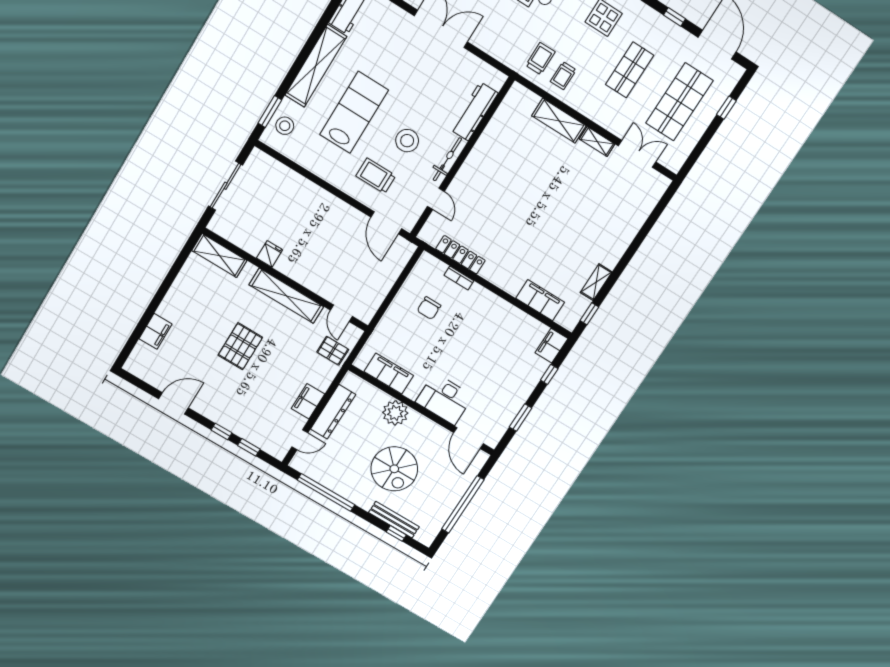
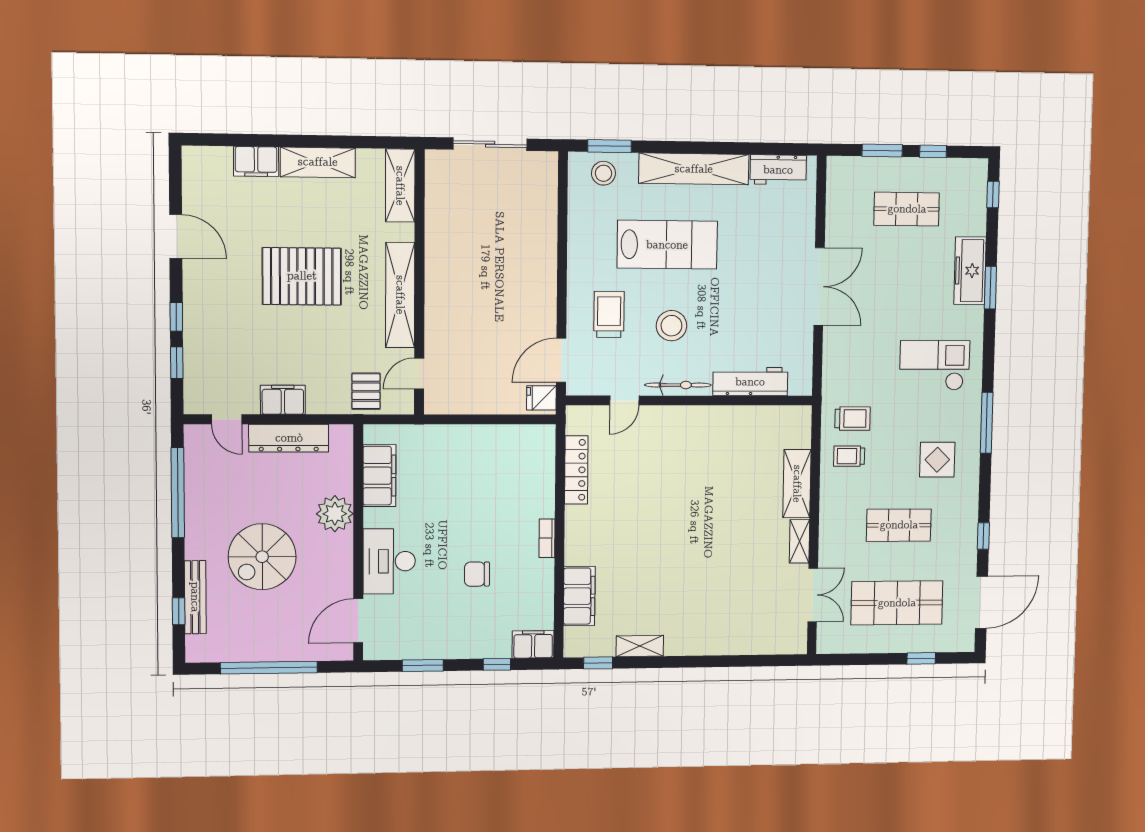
fridge: (270, 254) -> (541, 398), moved, turned 180
bookcase: (459, 278) -> (547, 538), moved
shelving: (177, 296) -> (318, 162), added
chair: (429, 308) -> (477, 574), moved
pallet: (240, 346) -> (302, 276), width x1.37, depth x1.41

